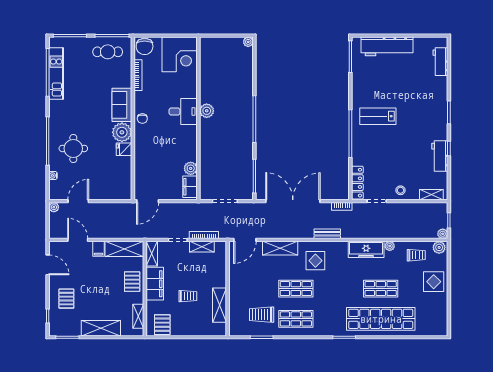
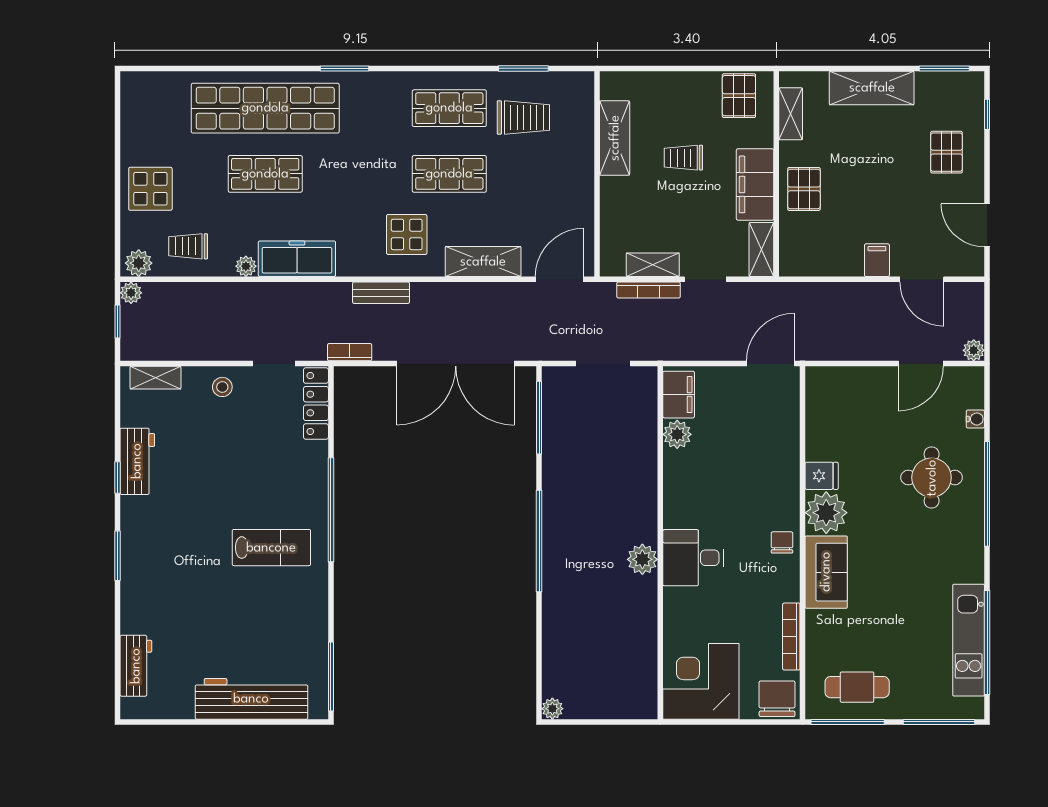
shelving: (124, 249) -> (821, 260), removed

